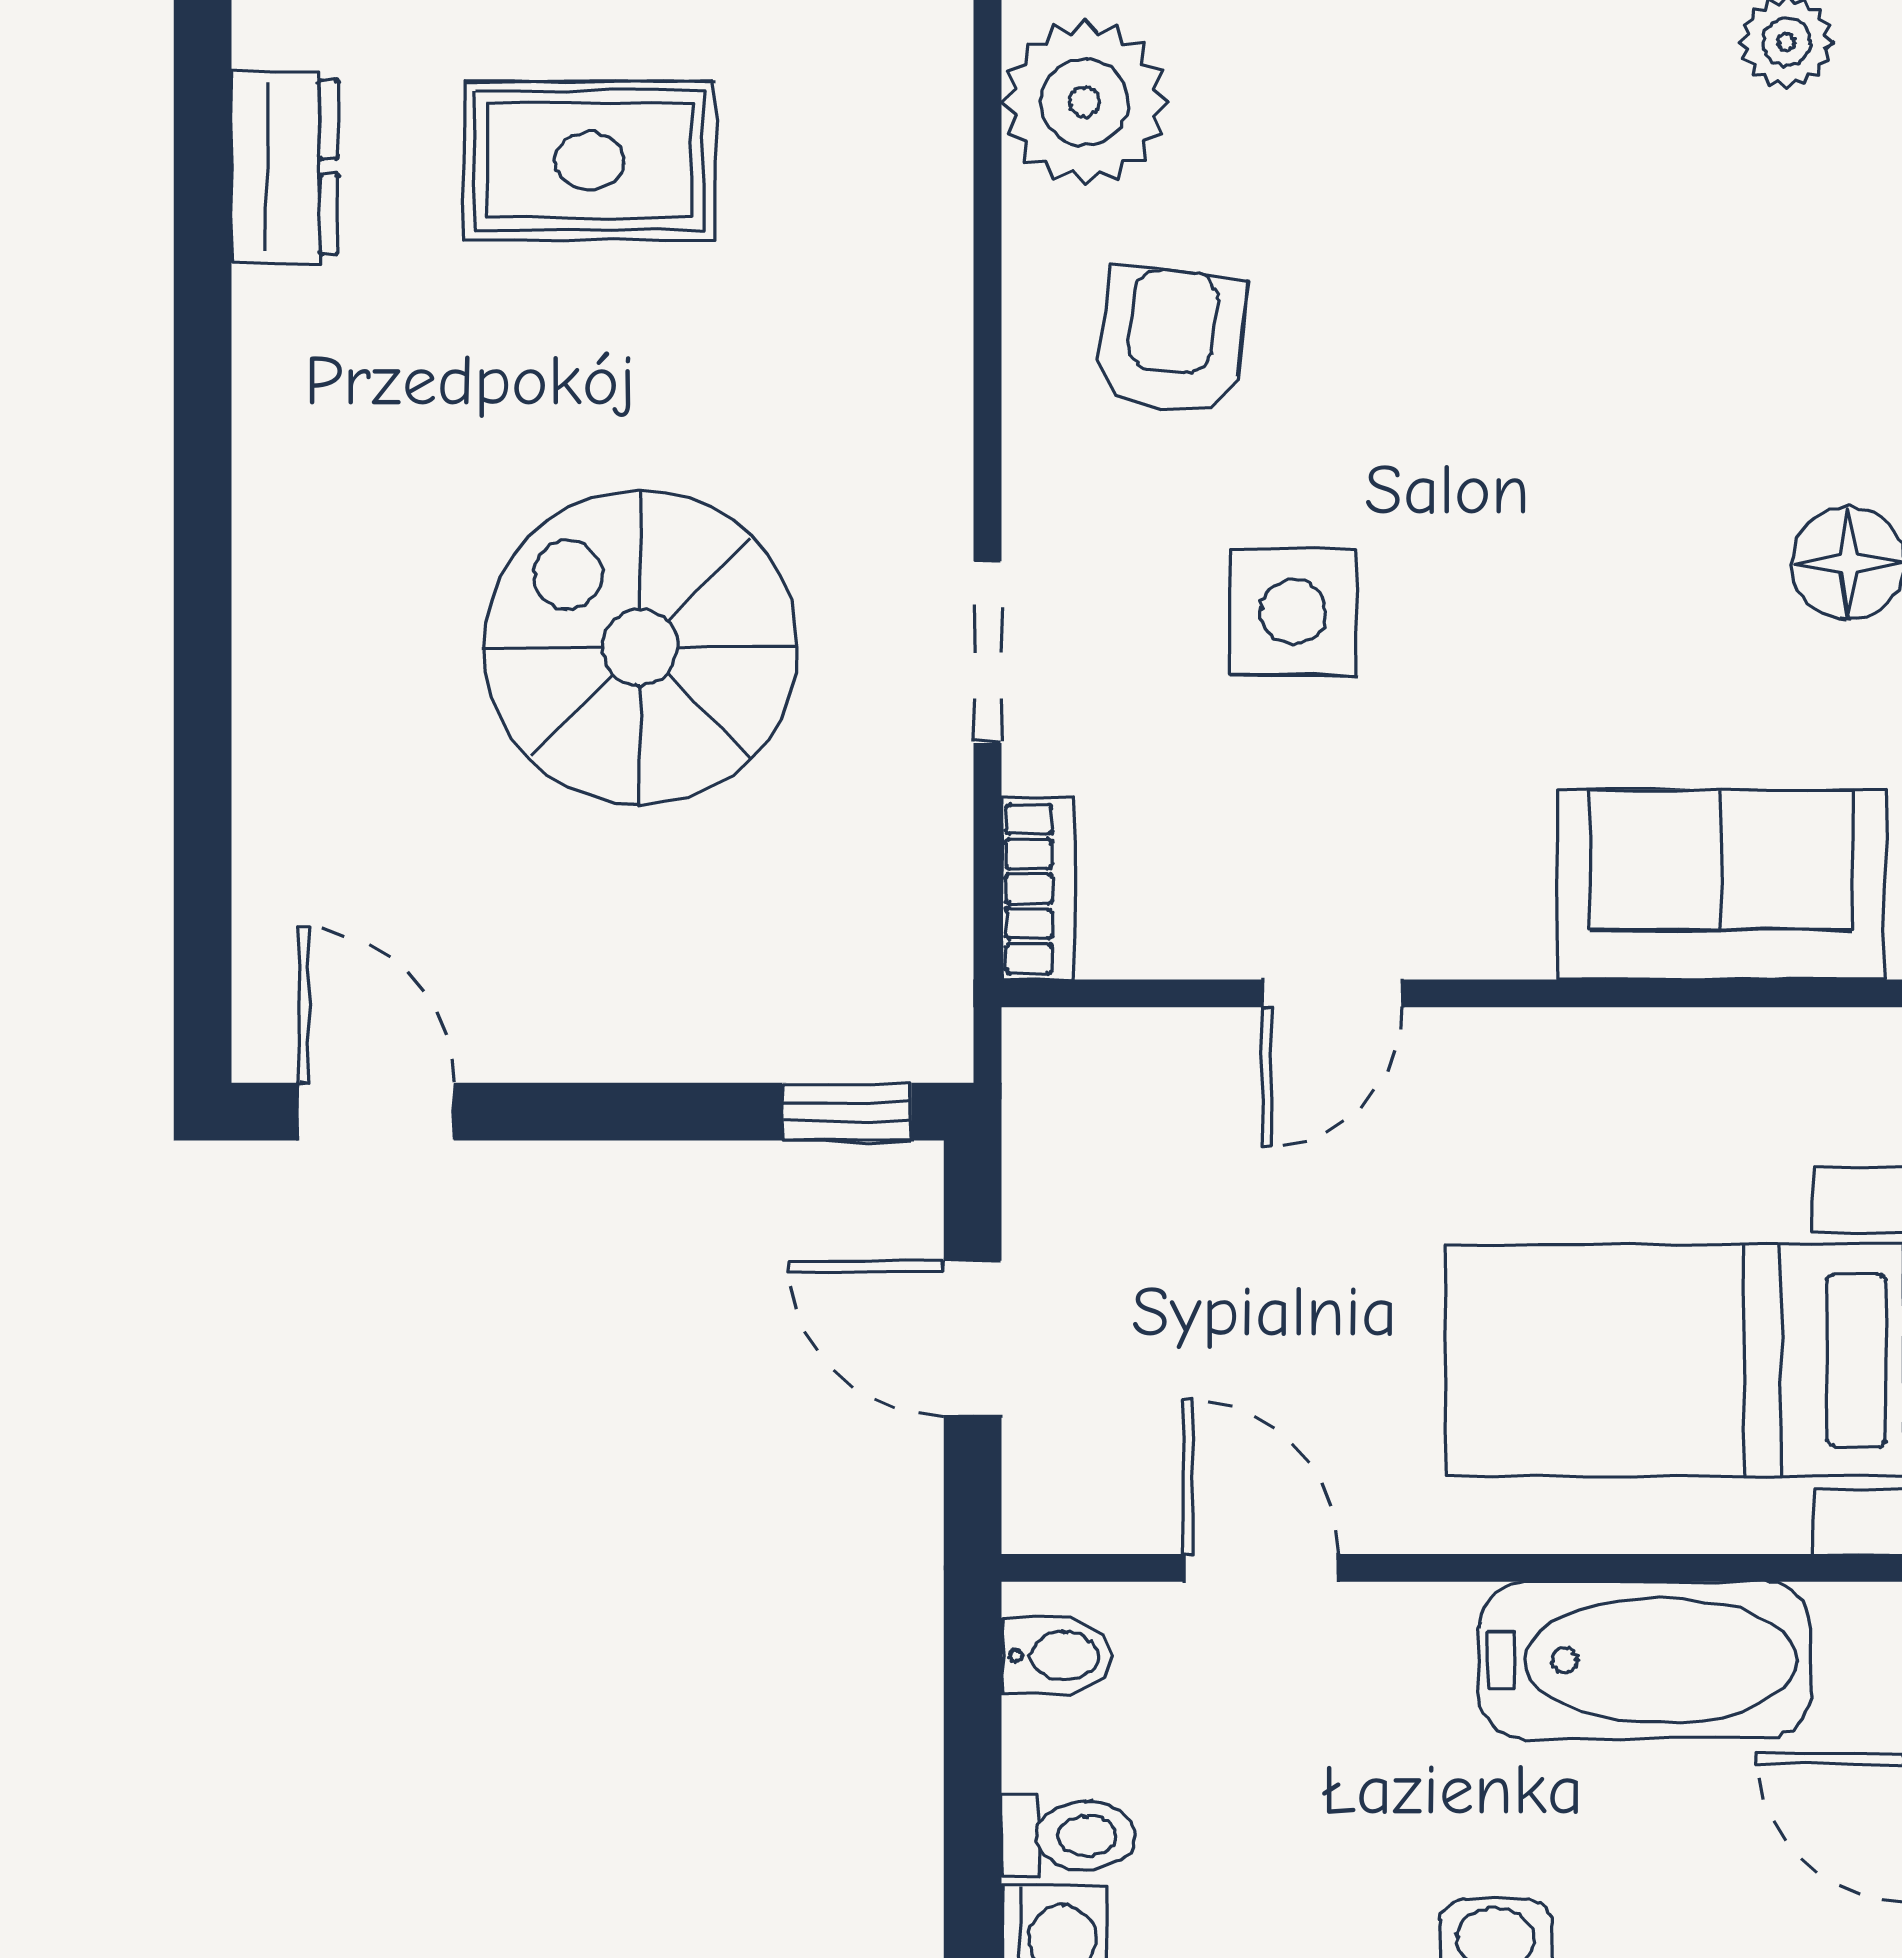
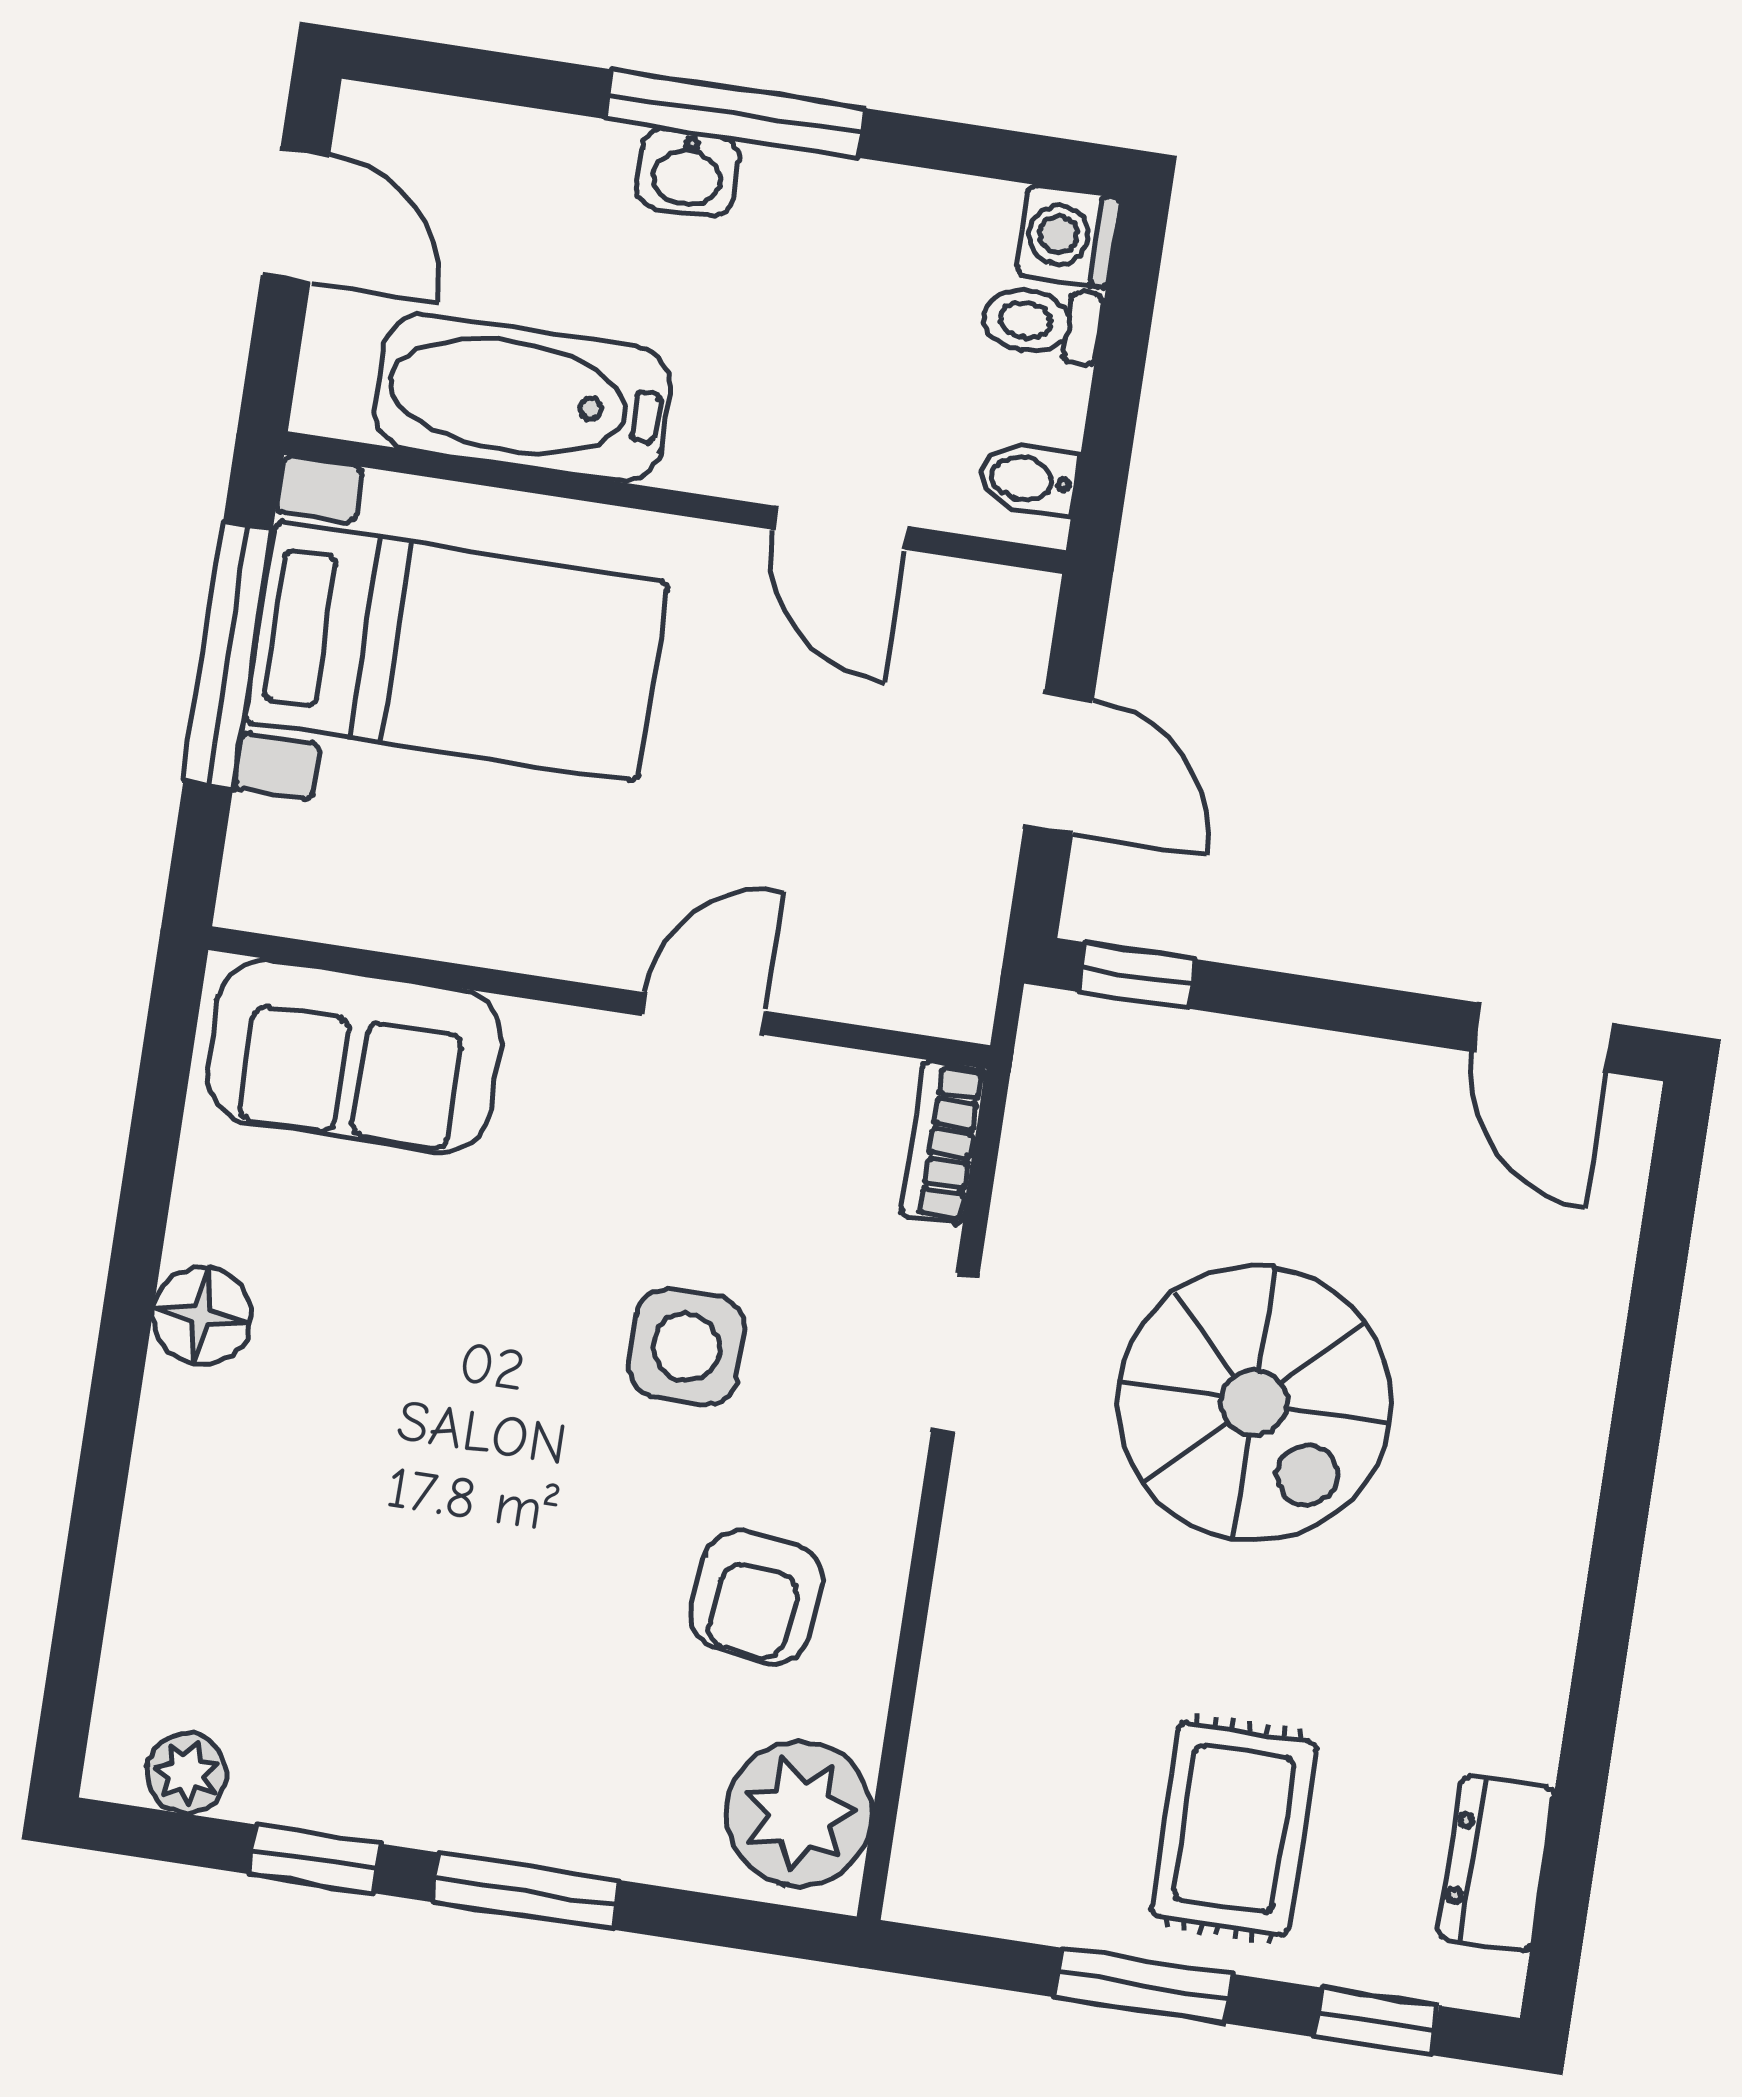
rug: (589, 161) -> (1234, 1829), turned 90

